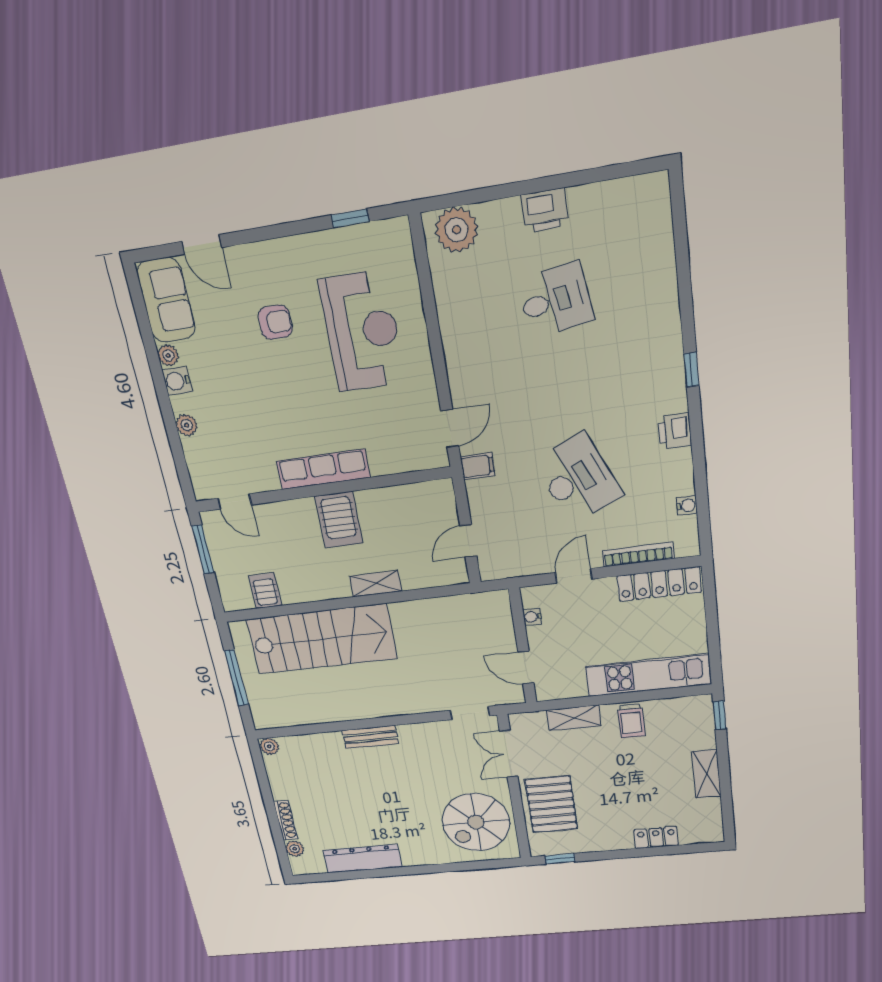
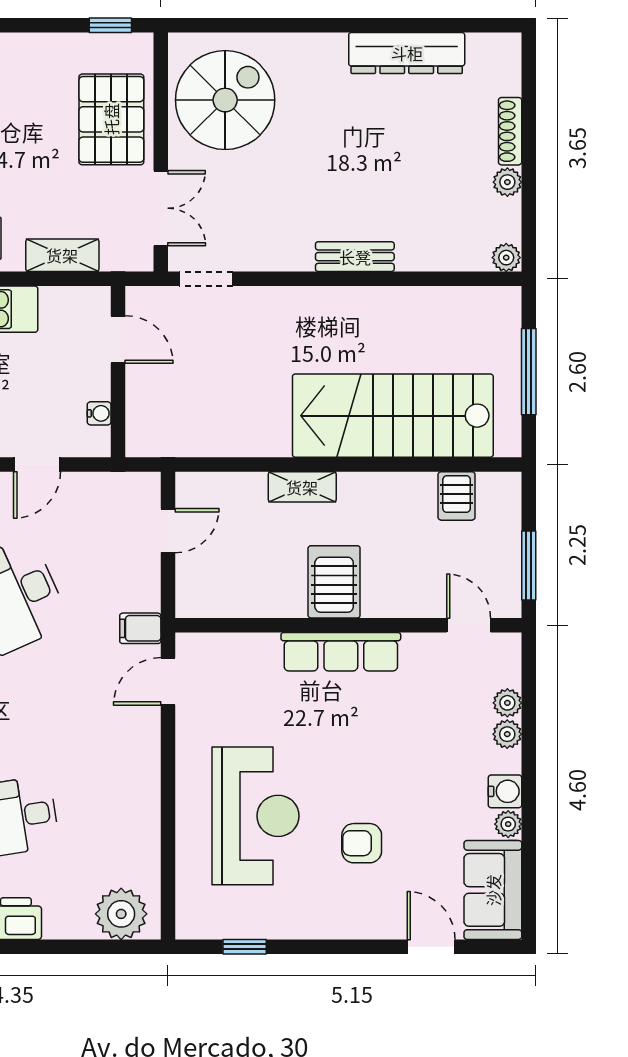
reception desk: (362, 331) -> (255, 816), turned 180
plant: (193, 449) -> (507, 703), added
plant: (295, 849) -> (507, 182), moved

